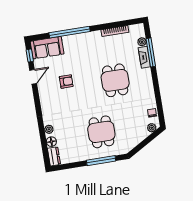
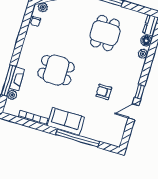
sofa: (47, 48) -> (66, 121), moved
window: (30, 55) -> (140, 92), moved
dining table: (115, 80) -> (56, 70), turned 90
dining table: (101, 132) -> (105, 33), moved

